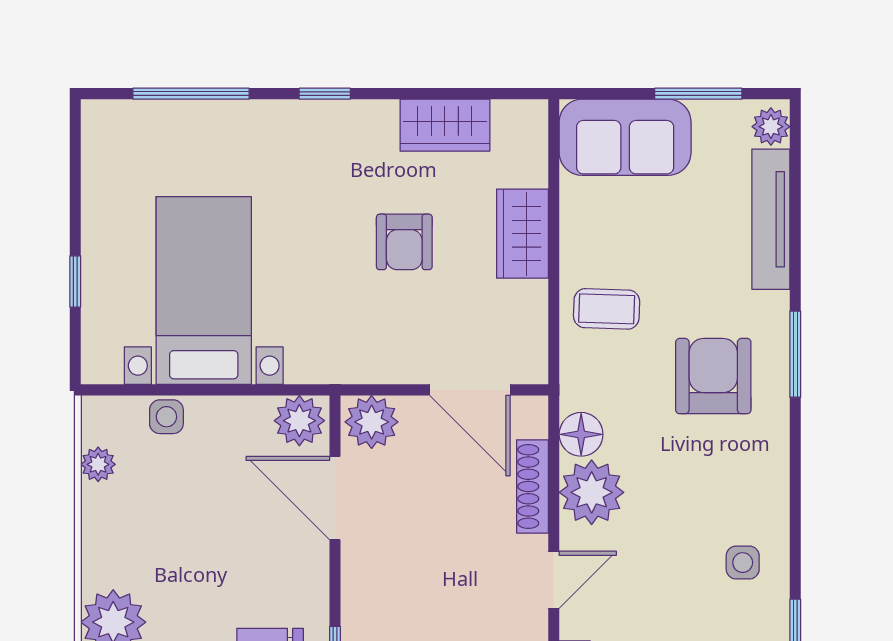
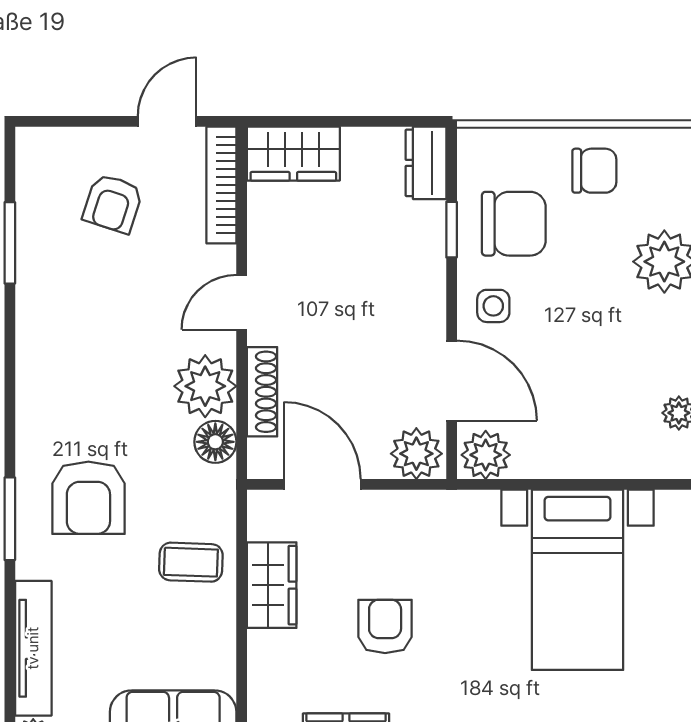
wardrobe: (522, 234) -> (272, 585), moved
side table: (166, 417) -> (493, 306), moved
side table: (743, 563) -> (60, 319), removed

